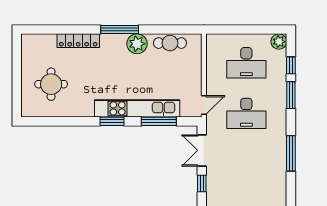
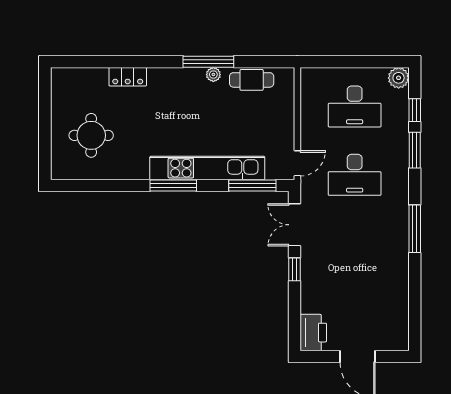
window: (120, 30) -> (208, 62), moved
locker: (78, 41) -> (128, 77), width x0.66
plant: (137, 44) -> (213, 75), width x0.53, depth x0.53
window: (112, 121) -> (173, 186), width x1.44
window: (159, 121) -> (252, 186), moved

